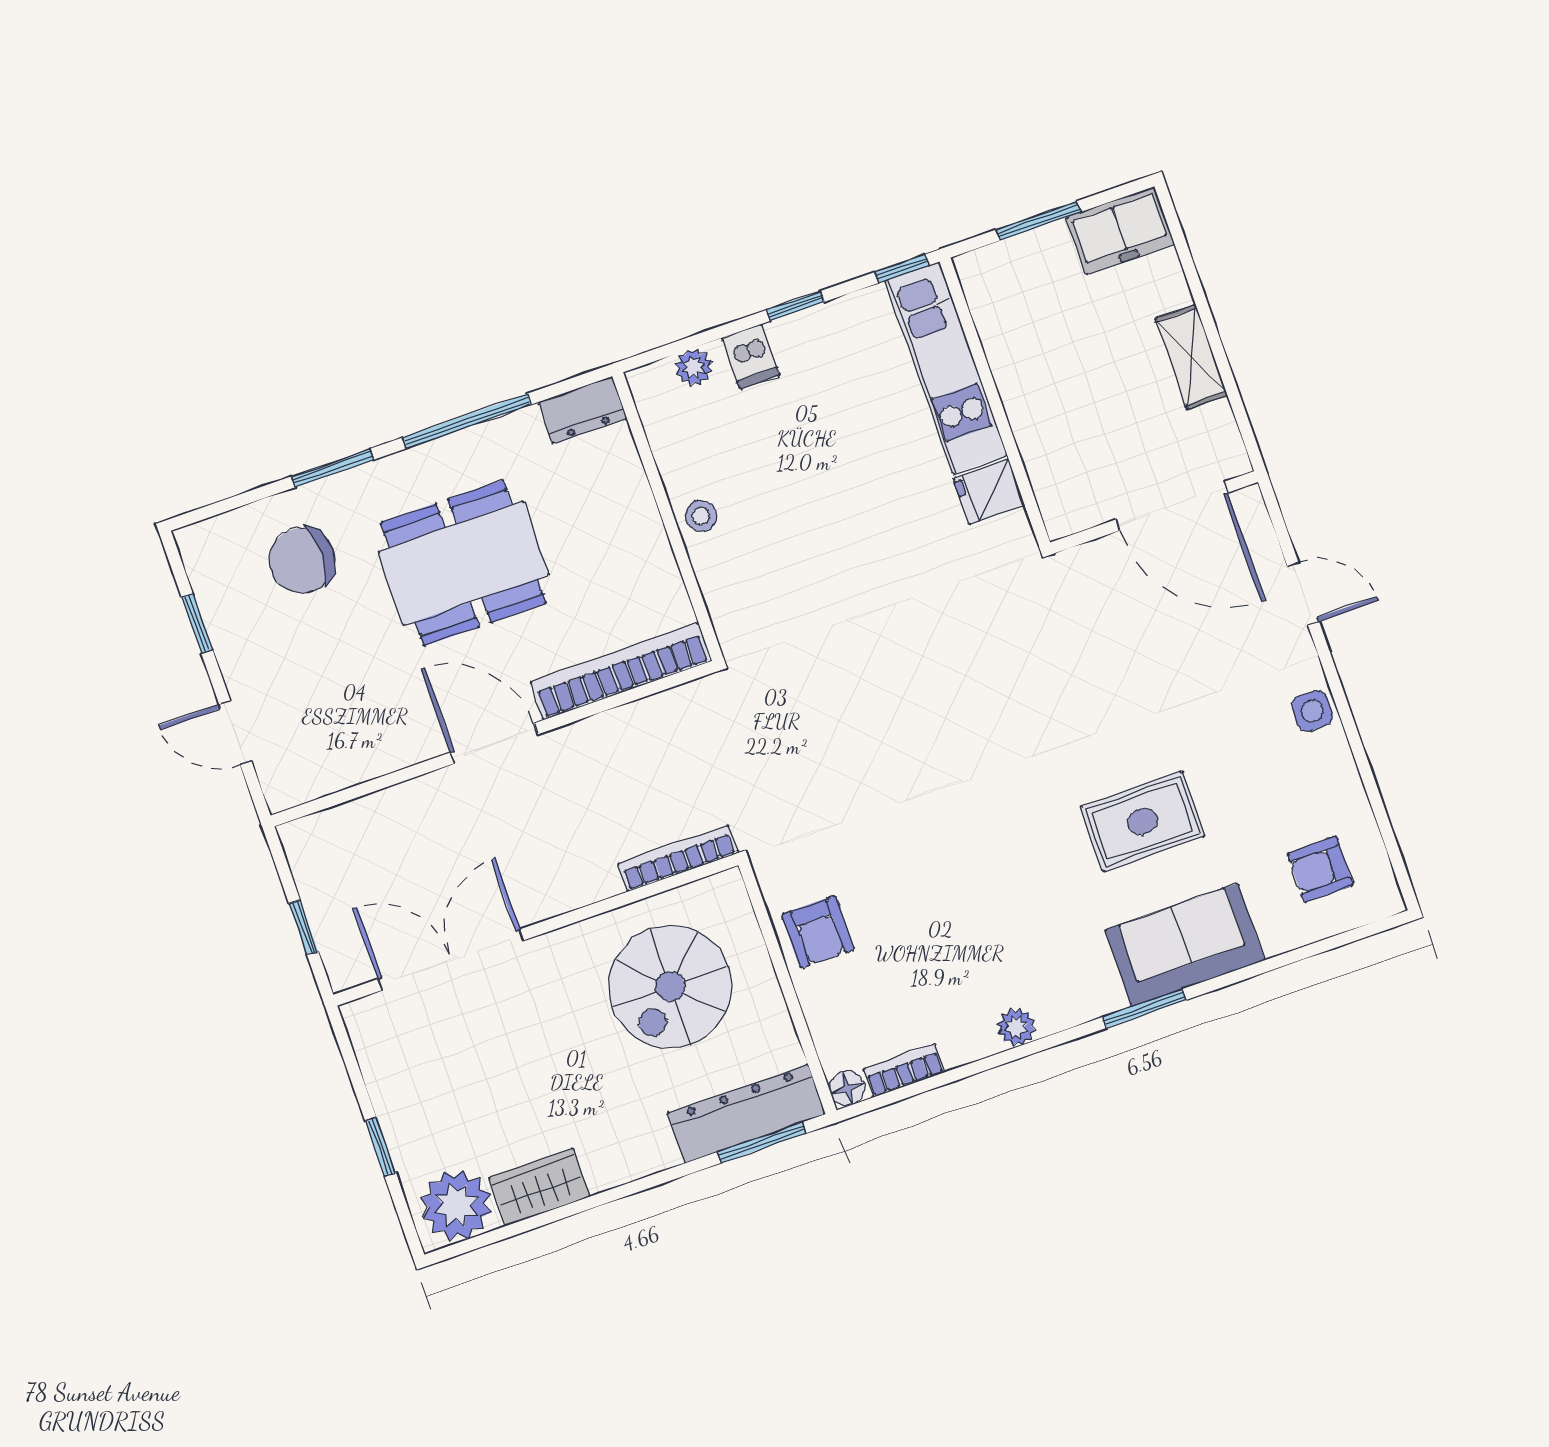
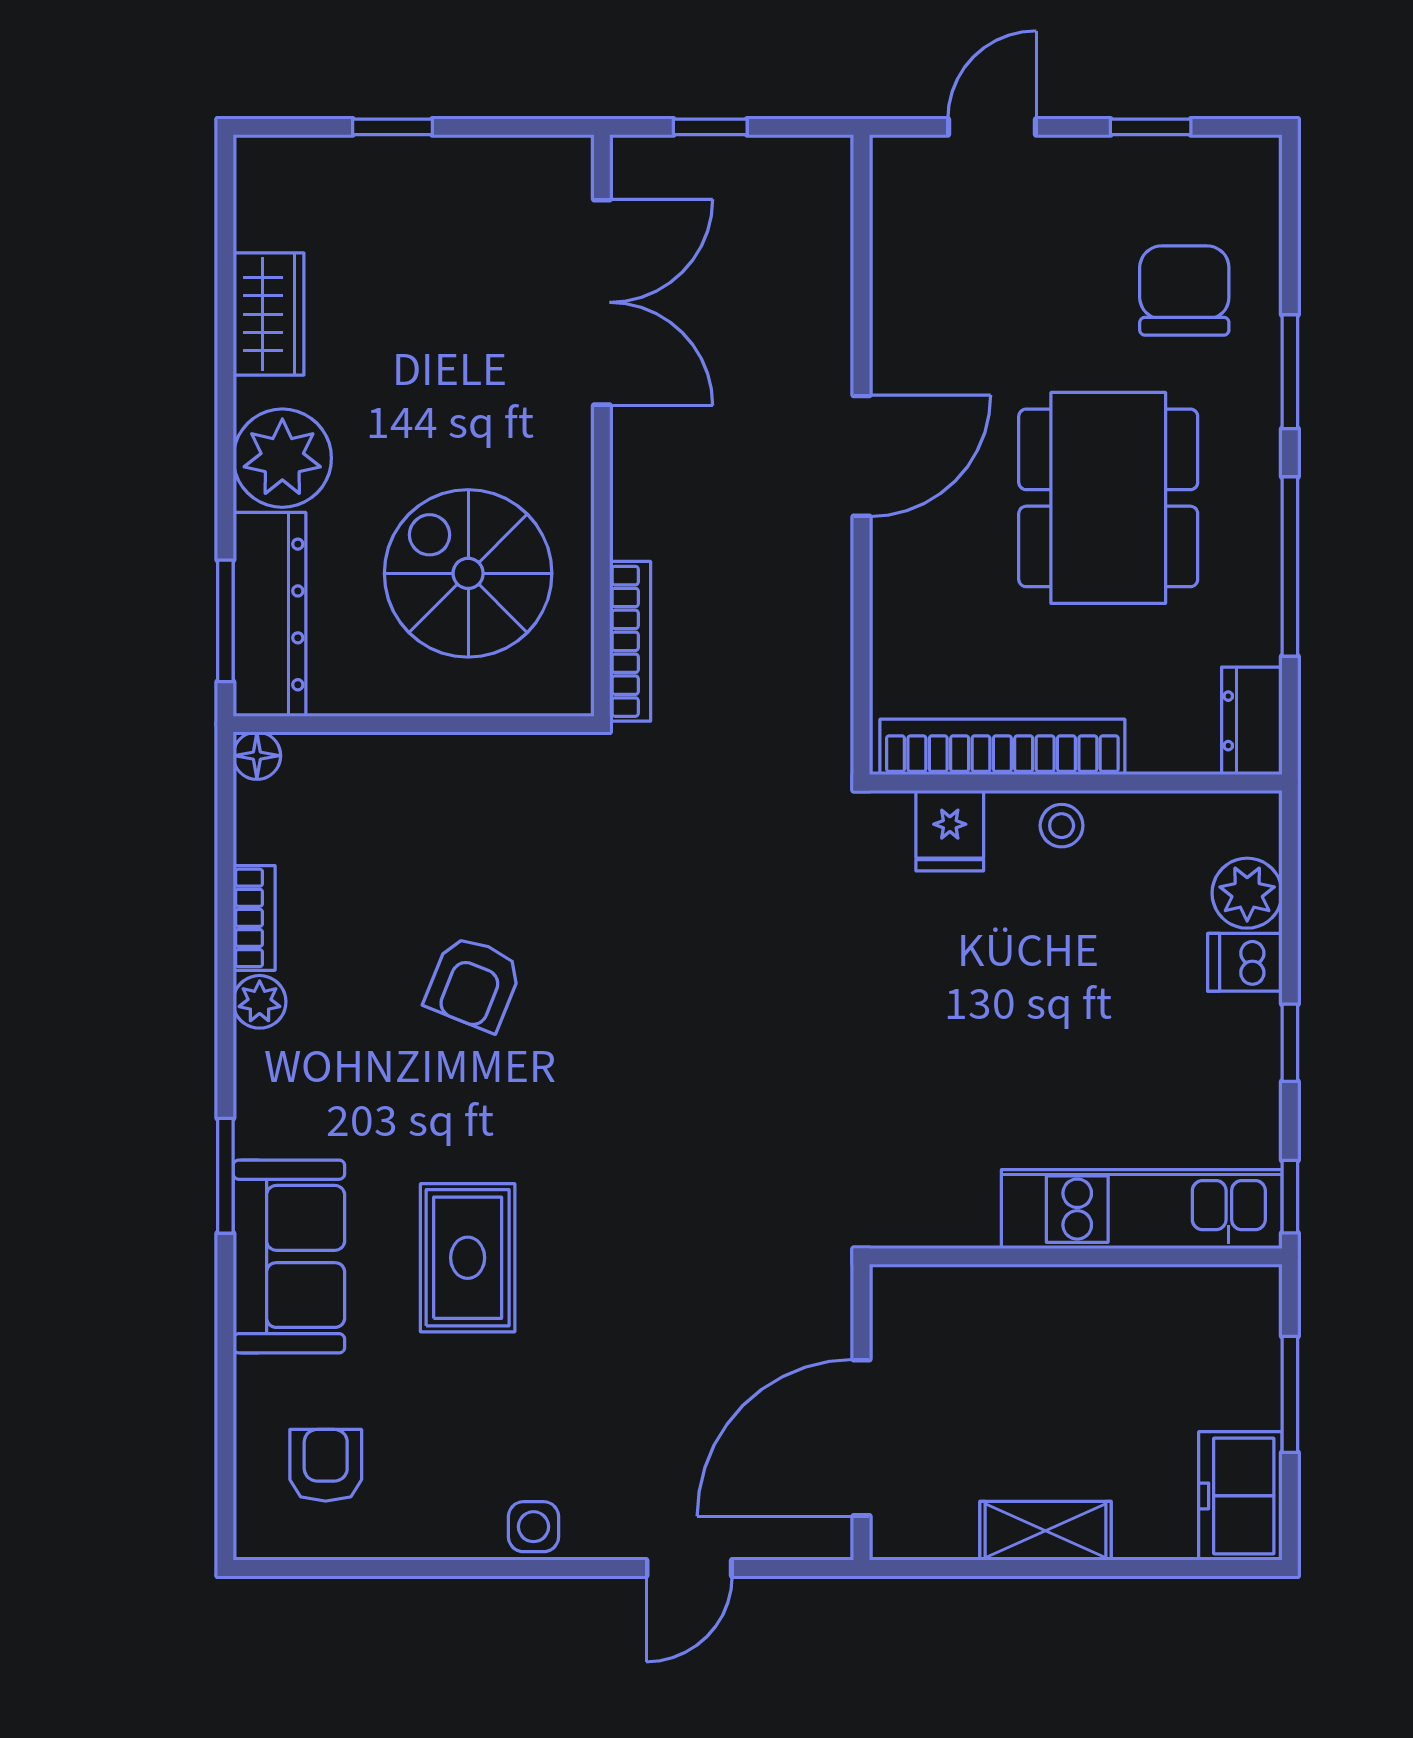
plant: (694, 367) -> (1247, 893), width x1.38, depth x1.38
fridge: (989, 492) -> (950, 831), moved, turned 180
bookcase: (621, 671) -> (1002, 747), moved, turned -90
armchair: (818, 932) -> (474, 983), moved, turned -68
bookcase: (904, 1071) -> (254, 918), moved
plant: (456, 1205) -> (282, 458), moved

